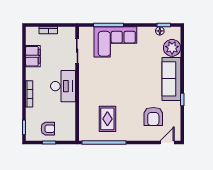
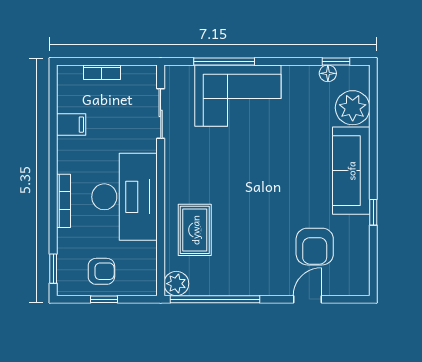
filing cabinet: (33, 56) -> (71, 125), width x0.50
desk: (63, 86) -> (125, 197), width x1.36, depth x1.30
rug: (107, 119) -> (195, 230), moved
plant: (85, 135) -> (176, 284), added
door: (167, 142) -> (307, 299), moved

